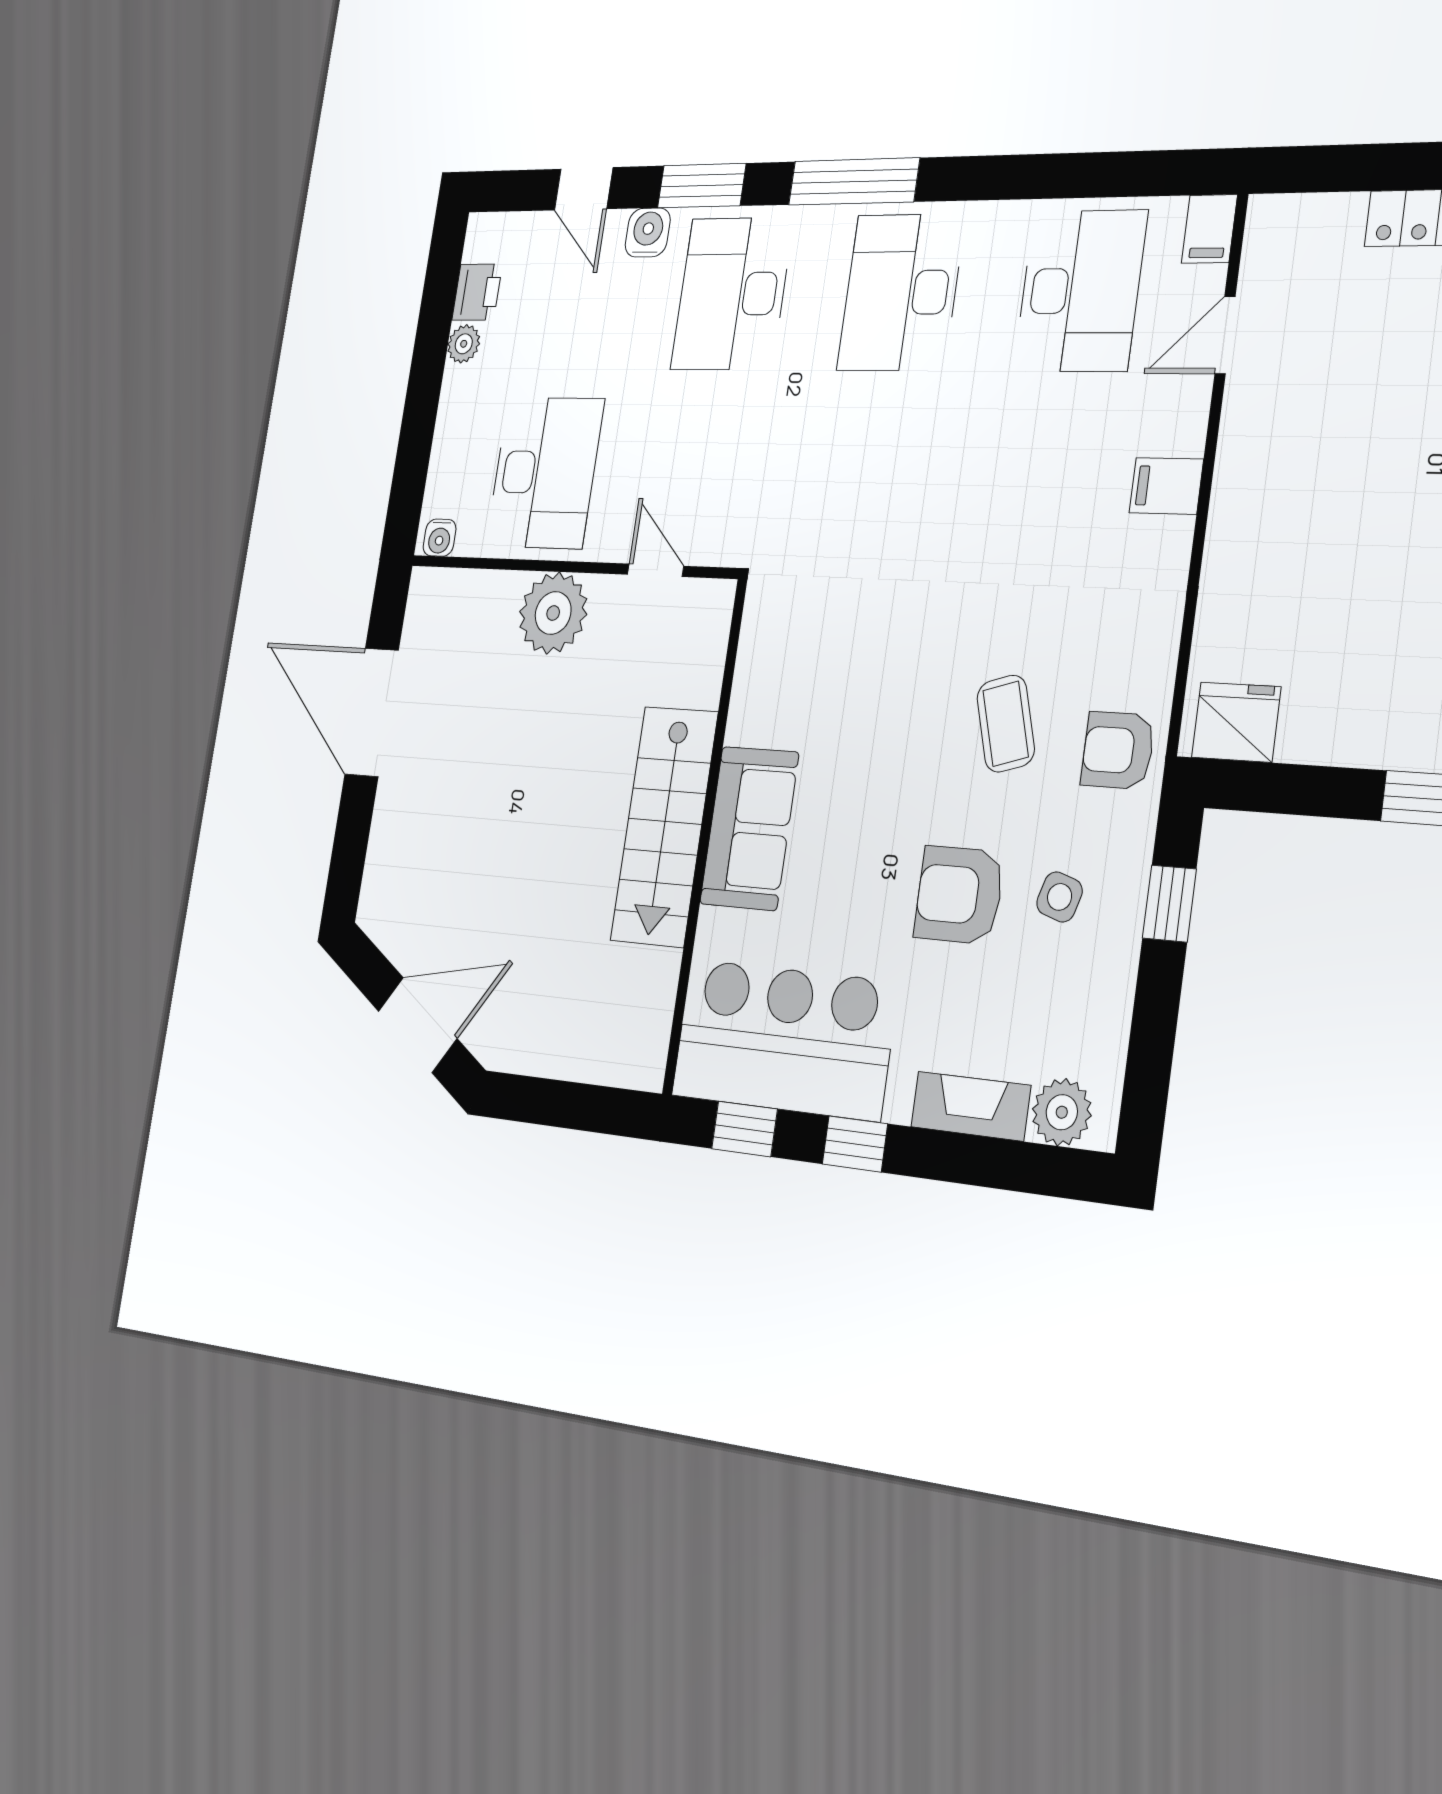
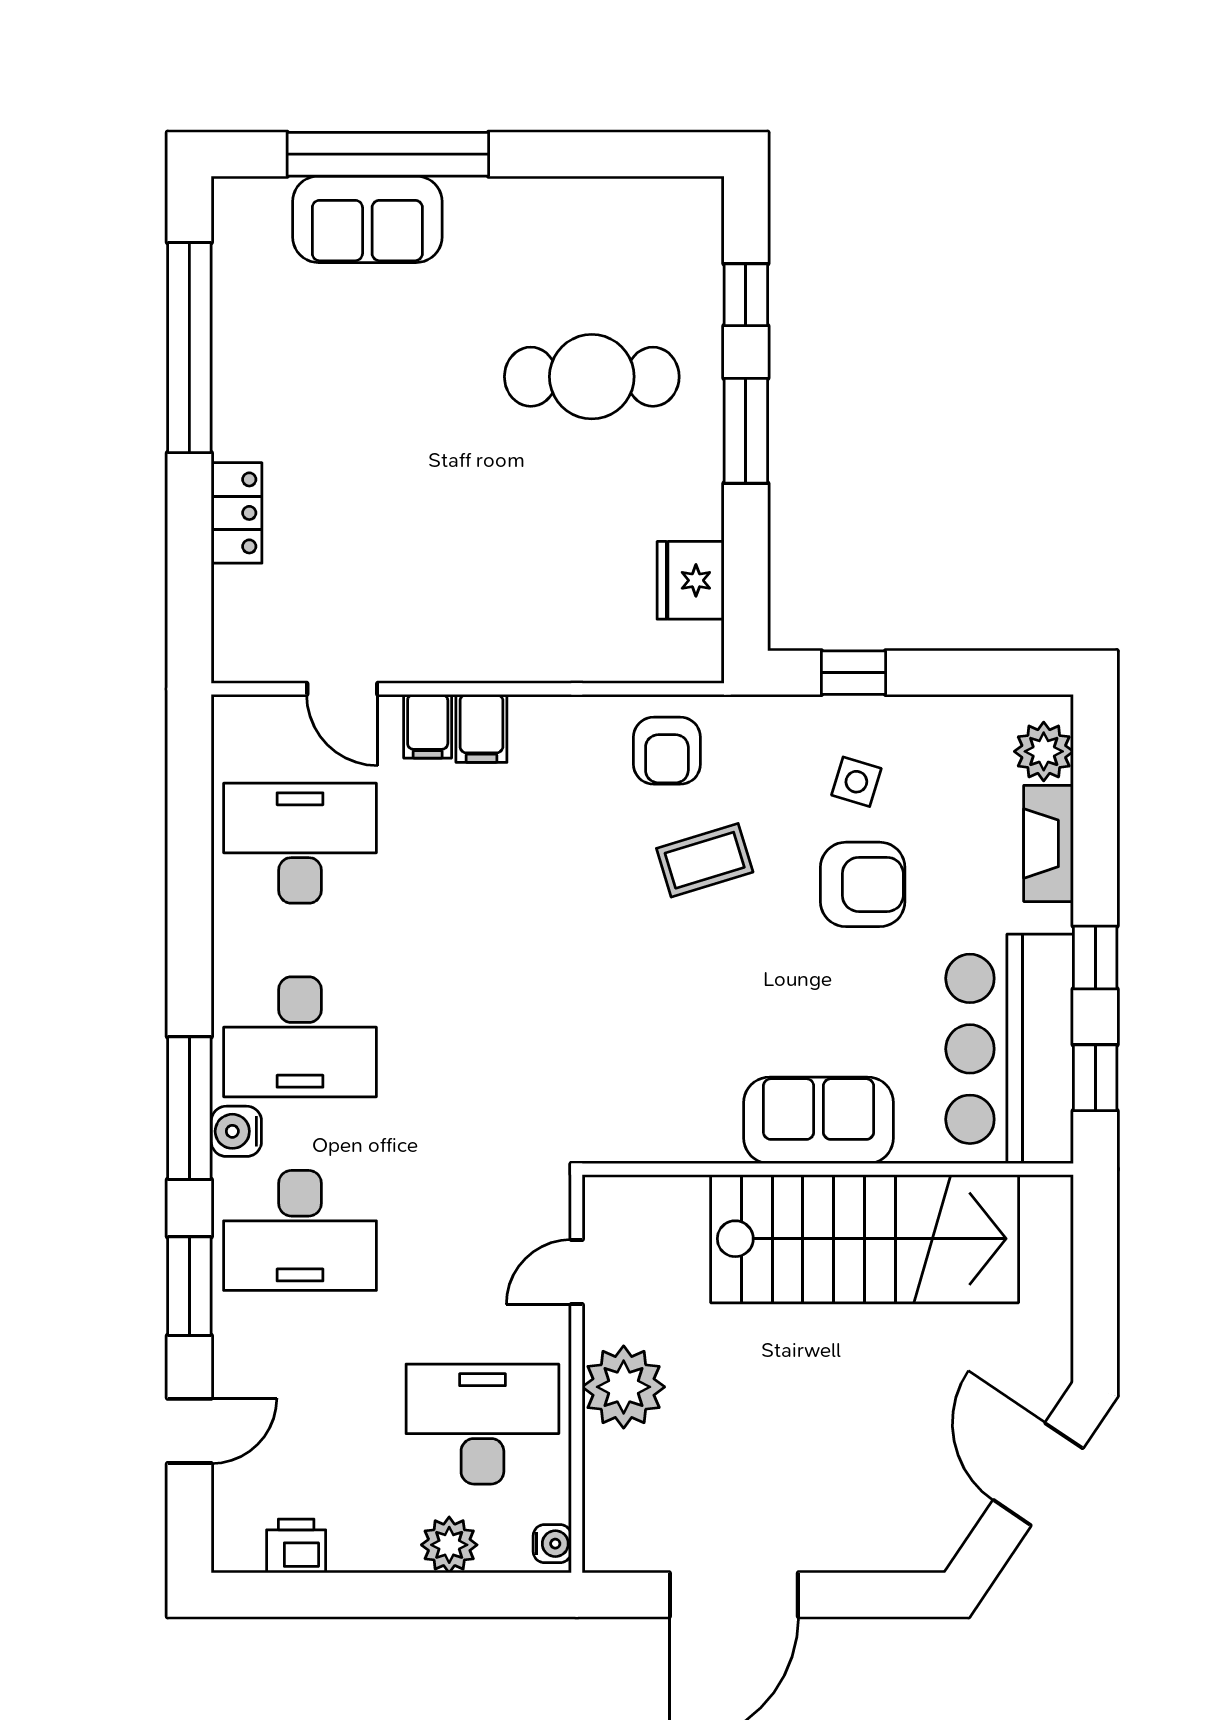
filing cabinet: (1209, 229) -> (428, 726), moved, turned 90
water cooler: (648, 232) -> (236, 1131), moved
plant: (464, 344) -> (449, 1545), moved, width x1.38, depth x1.38
fridge: (1236, 722) -> (691, 580), moved
armchair: (1118, 750) -> (667, 751), moved
stairs: (664, 826) -> (865, 1239), width x1.36, depth x1.51
armchair: (959, 895) -> (863, 884), turned -90

